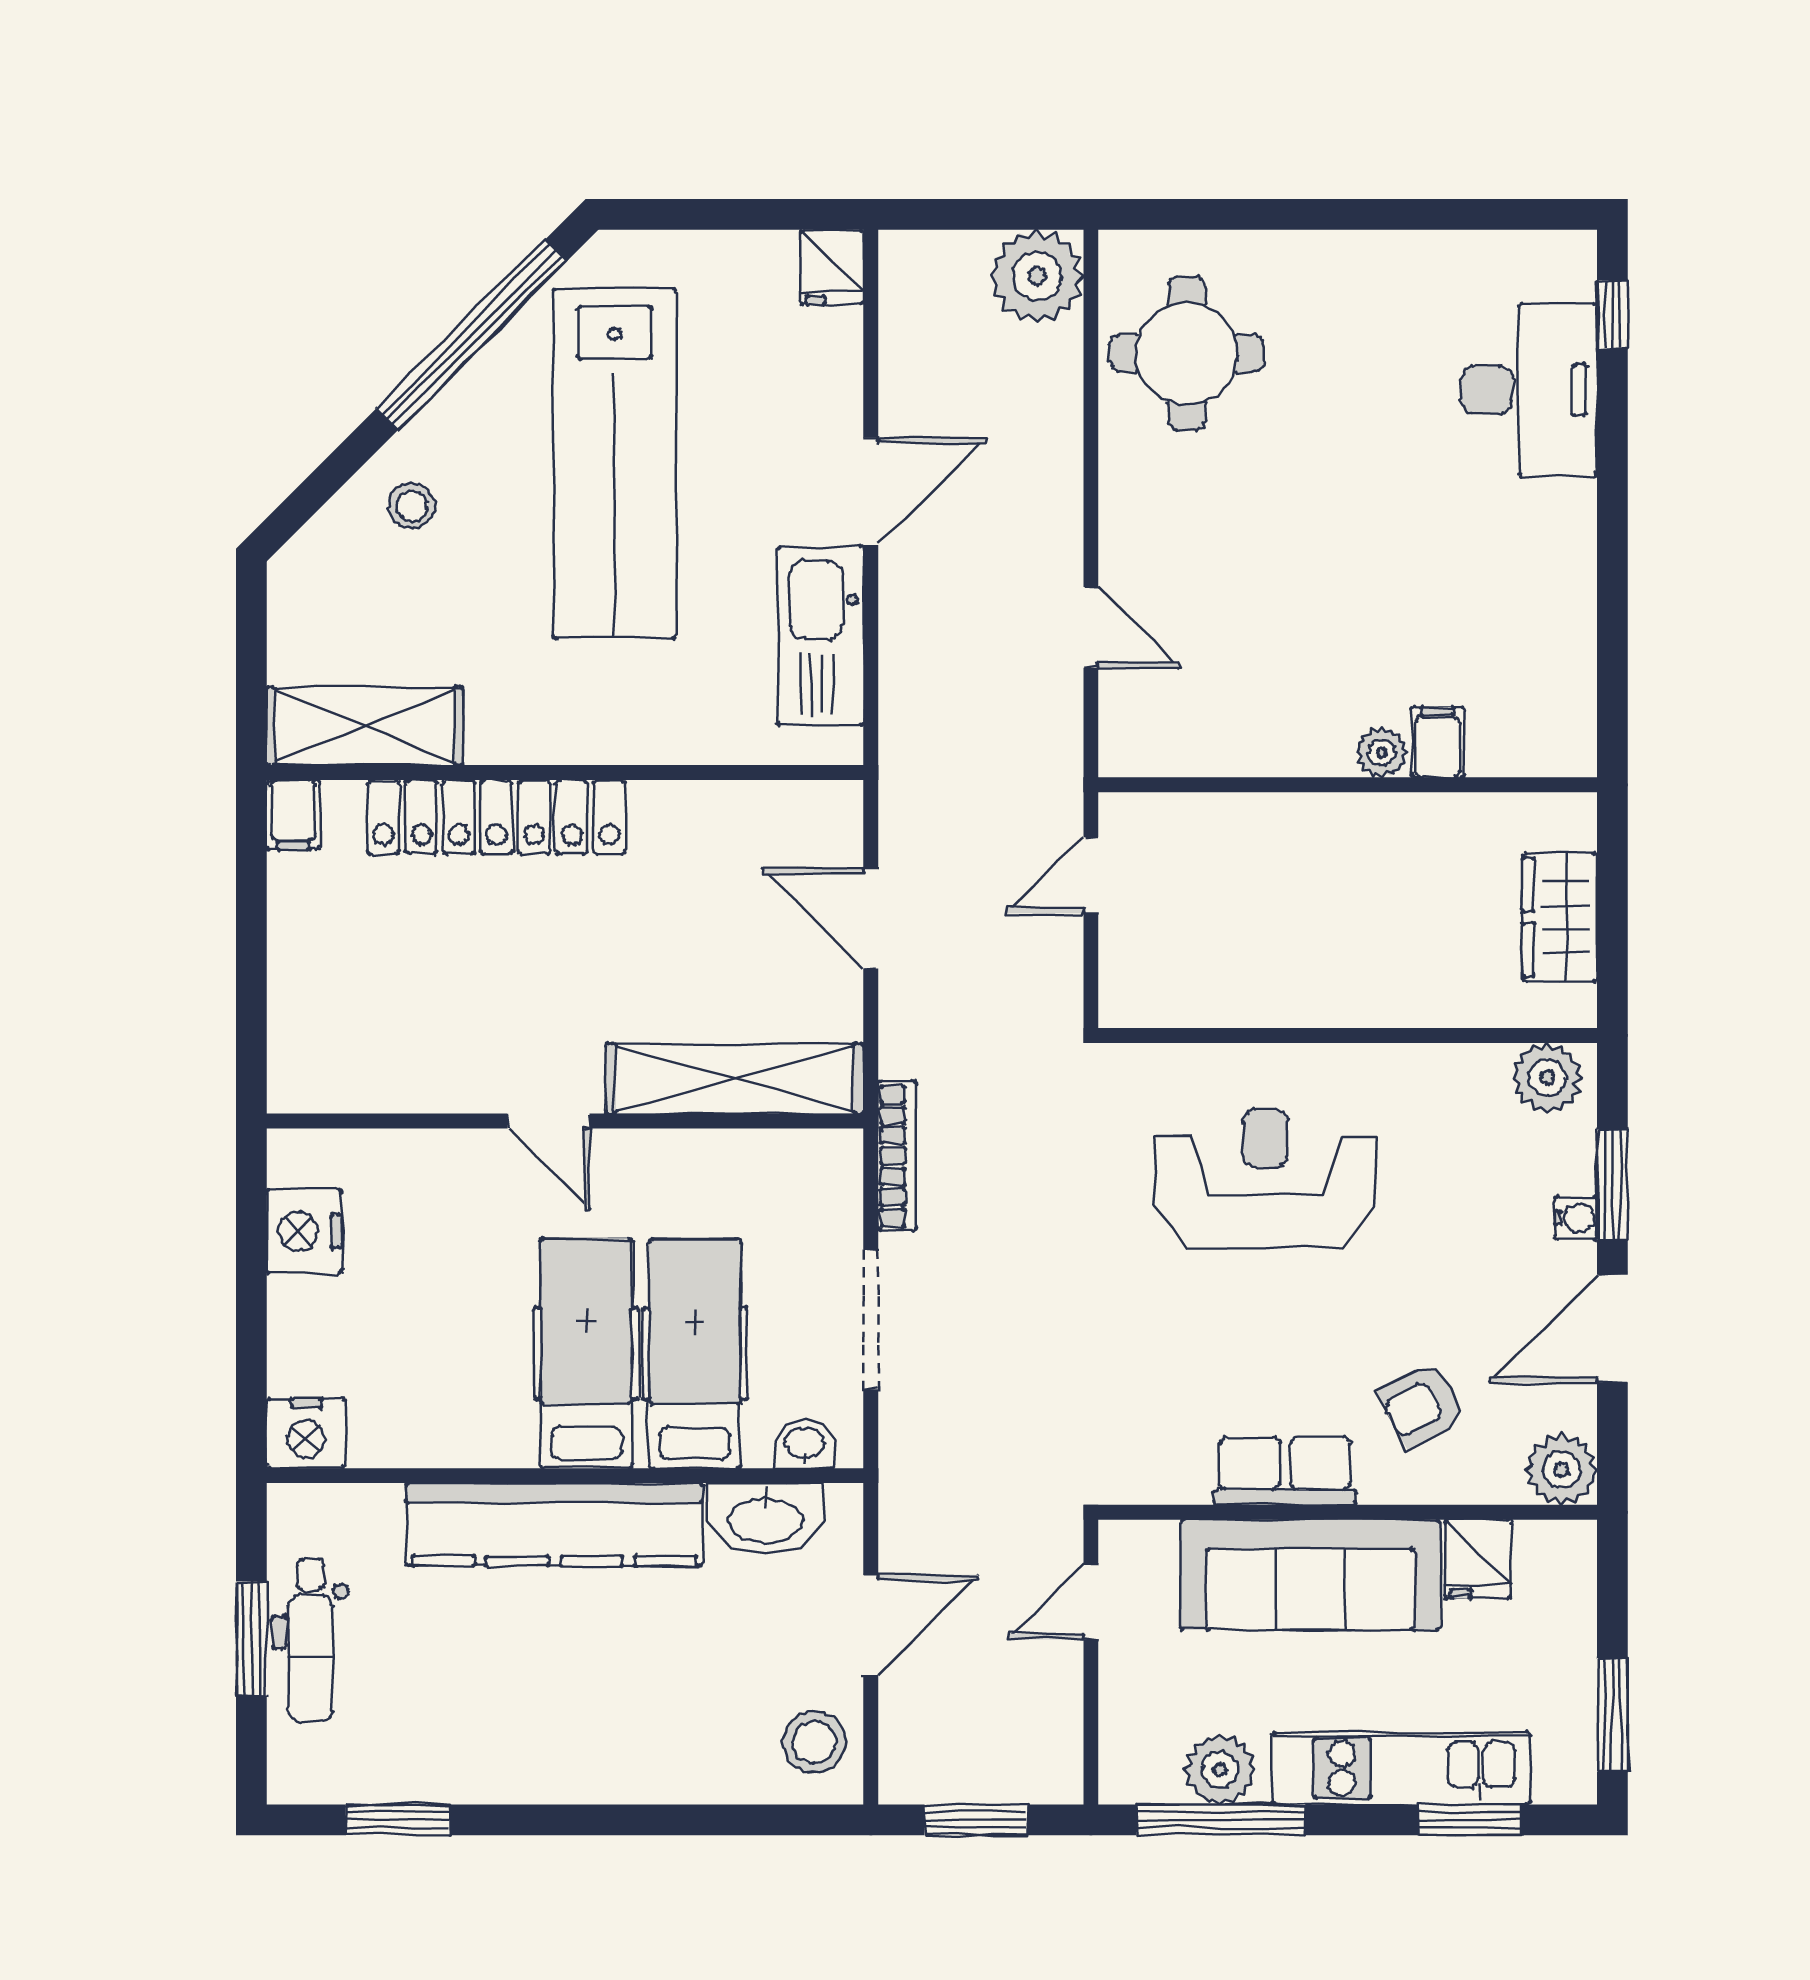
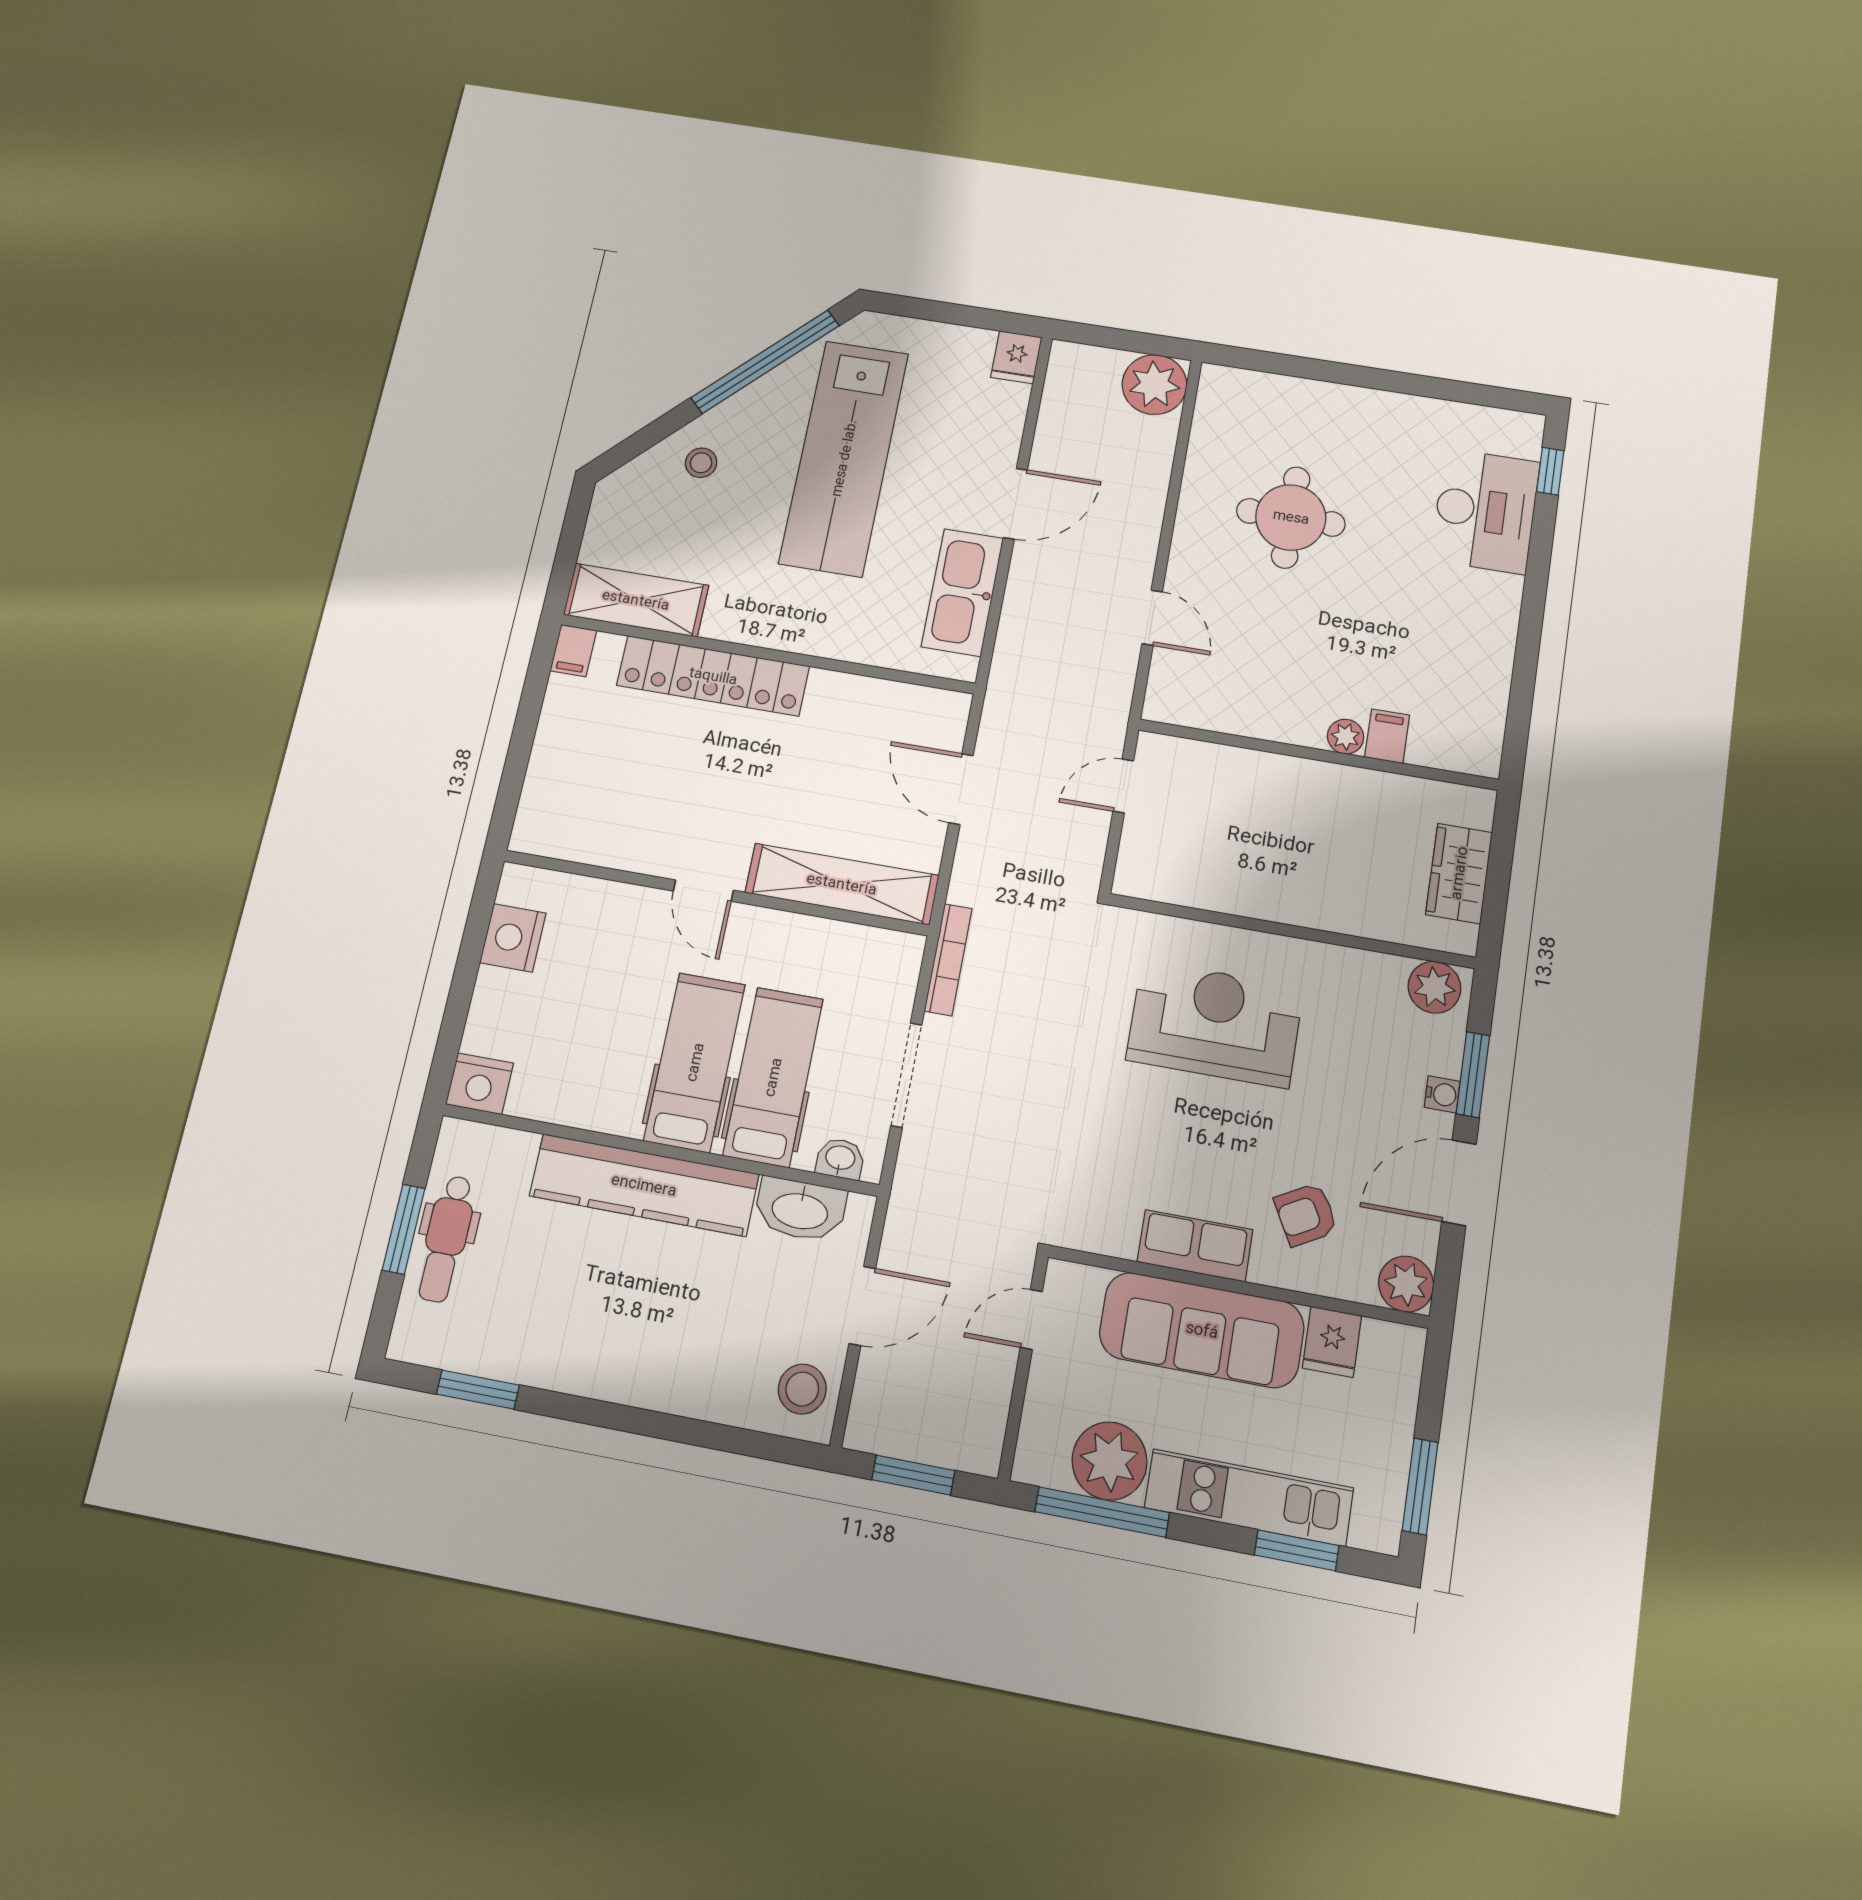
round table: (1187, 353) -> (1291, 517), moved
plant: (1220, 1770) -> (1109, 1461), width x1.36, depth x1.36

